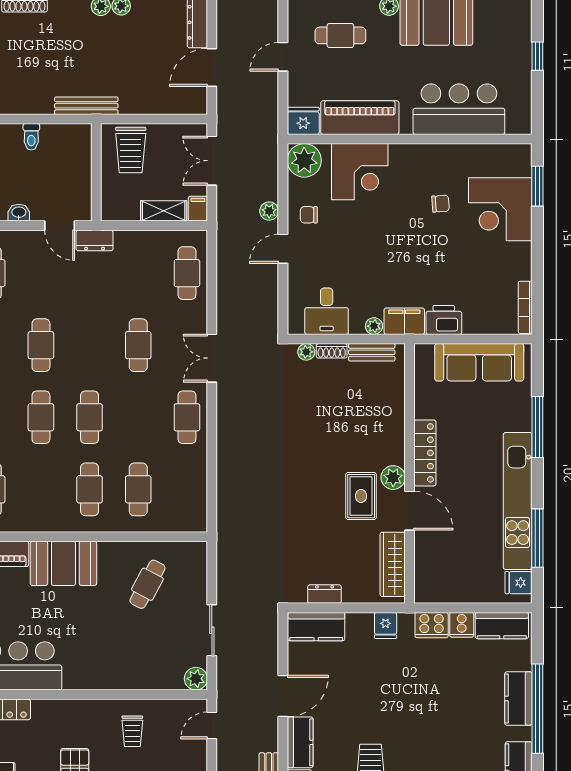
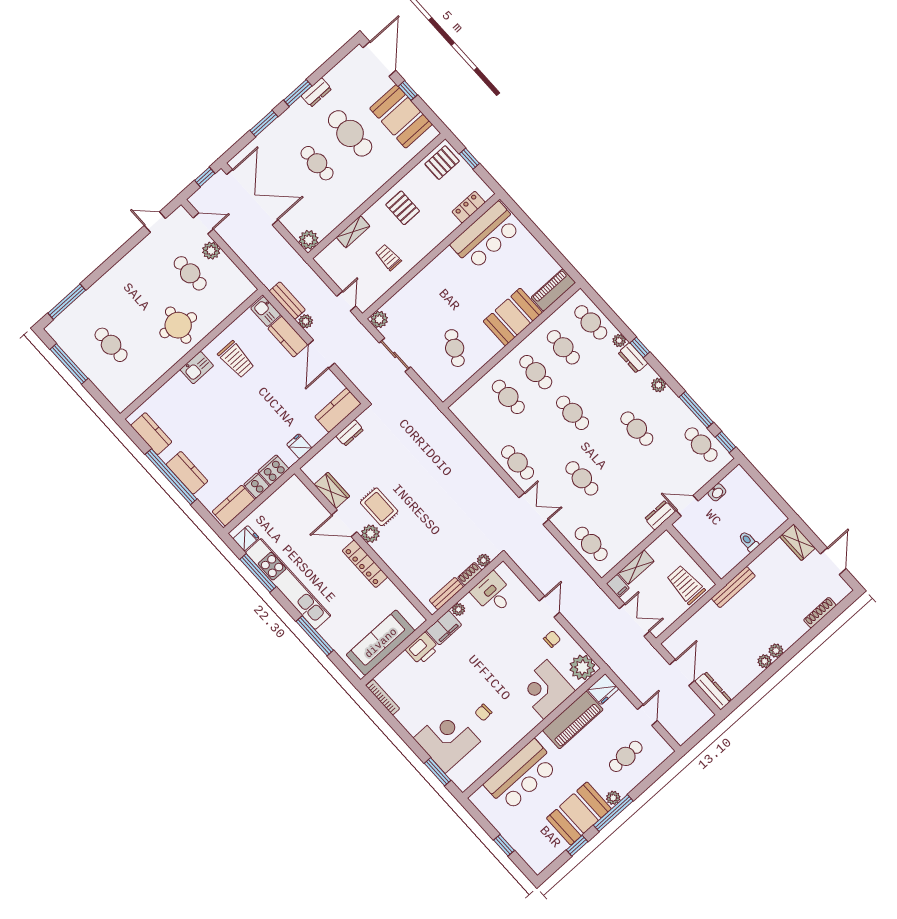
plant: (269, 211) -> (306, 321), moved
cafe table: (41, 417) -> (563, 347), moved
wardrobe: (393, 564) -> (332, 490), width x0.67

